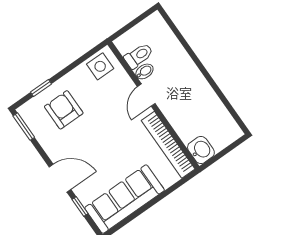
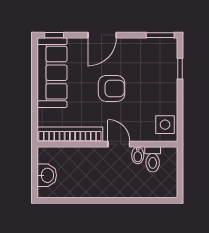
armchair: (64, 110) -> (112, 88), moved
washbasin: (201, 150) -> (47, 175), moved, turned -90
window: (80, 207) -> (54, 35), moved

